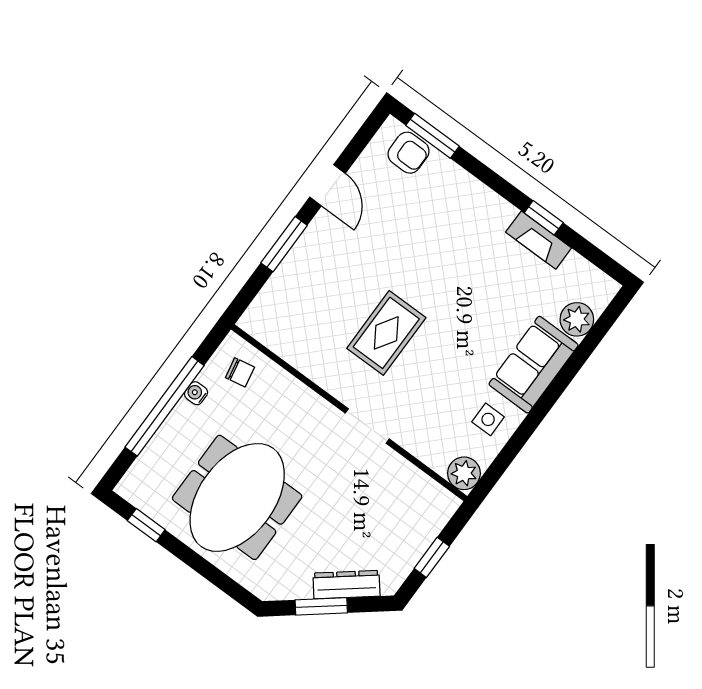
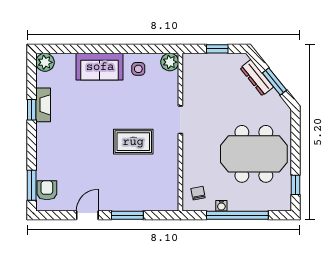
plant: (577, 319) -> (45, 62), moved

